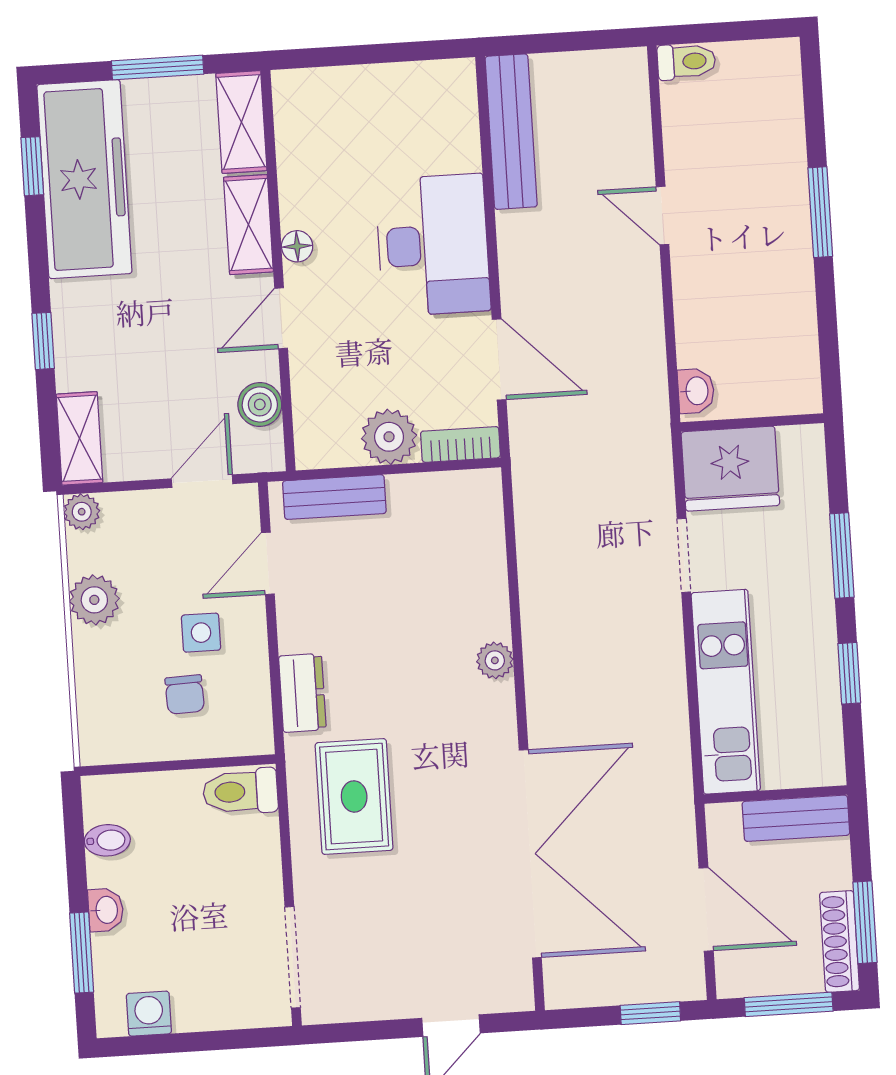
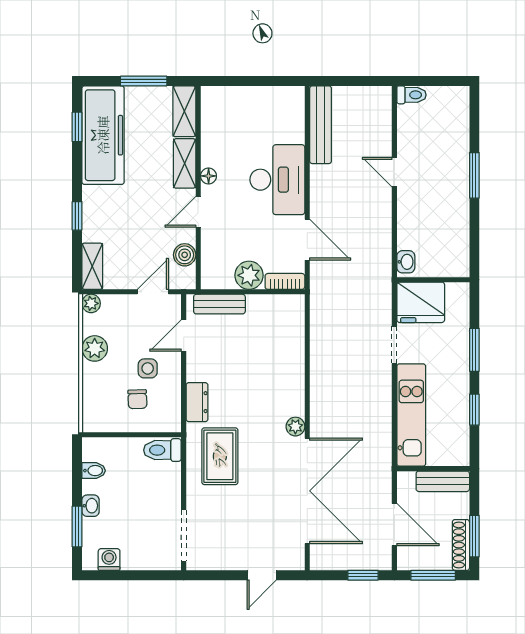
plant: (495, 660) -> (295, 427), moved

